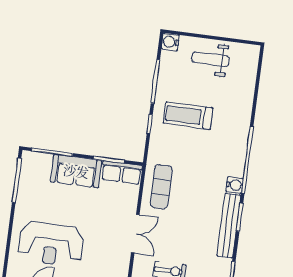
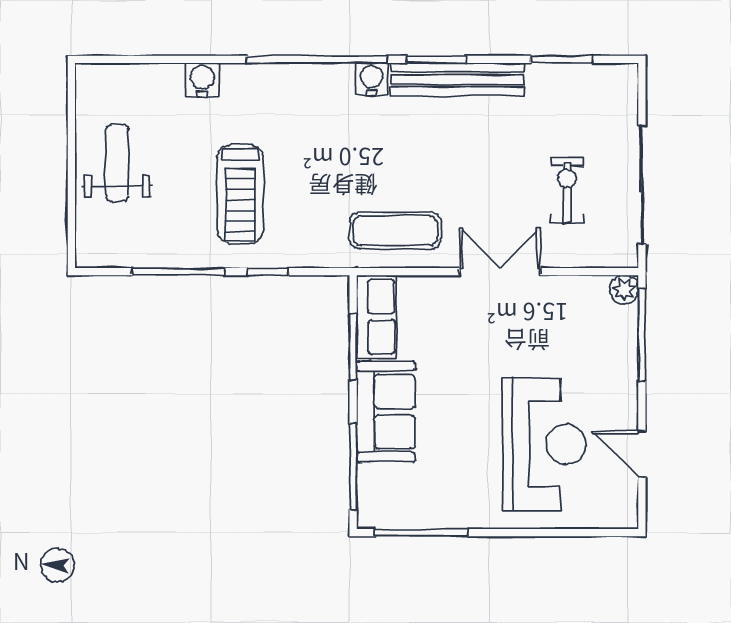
water cooler: (170, 42) -> (202, 80), moved, turned 180
weight bench: (211, 59) -> (117, 163), turned 180

